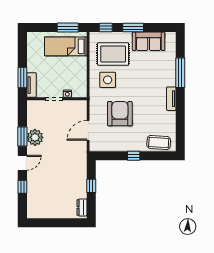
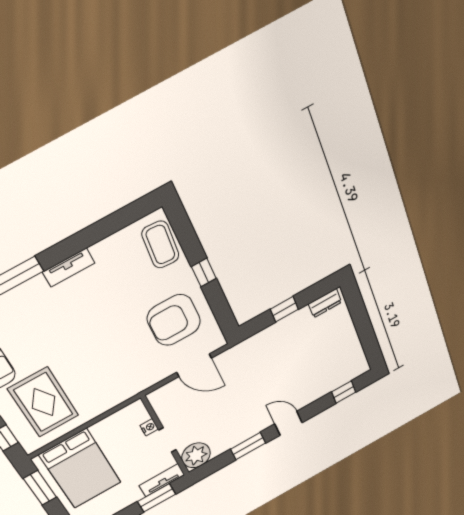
bed: (66, 46) -> (80, 469), width x1.50
side table: (108, 80) -> (93, 385), removed
armchair: (120, 114) -> (174, 320), moved
plant: (35, 137) -> (196, 455), moved
window: (22, 187) -> (344, 392), moved

